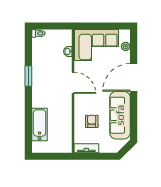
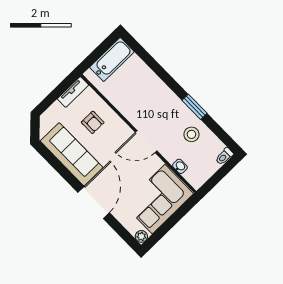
plant: (126, 46) -> (141, 236), moved
stool: (45, 63) -> (191, 134), added
bathtub: (40, 125) -> (112, 60), moved, turned -90

